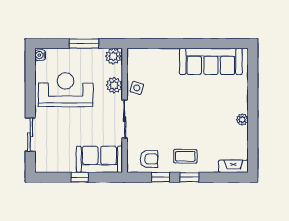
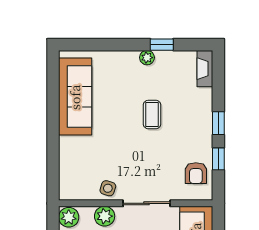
window: (253, 131) -> (162, 45), added
coffee table: (185, 156) -> (152, 115), moved
armchair: (149, 159) -> (196, 173), turned 180

